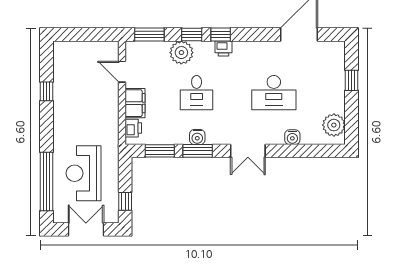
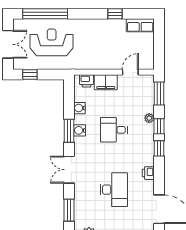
printer: (223, 48) -> (148, 173), moved
plant: (181, 53) -> (149, 118), width x0.53, depth x0.53
row of seats: (61, 59) -> (140, 25), added
desk: (274, 93) -> (114, 190), turned 180
water cooler: (292, 137) -> (79, 108), moved
window: (160, 151) -> (69, 210), moved

